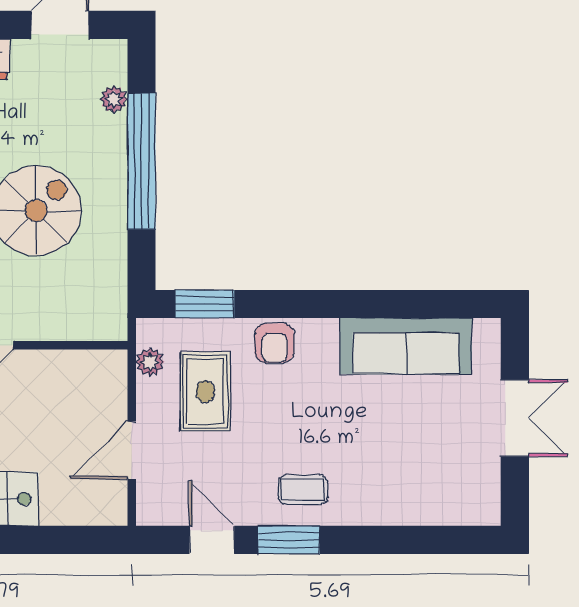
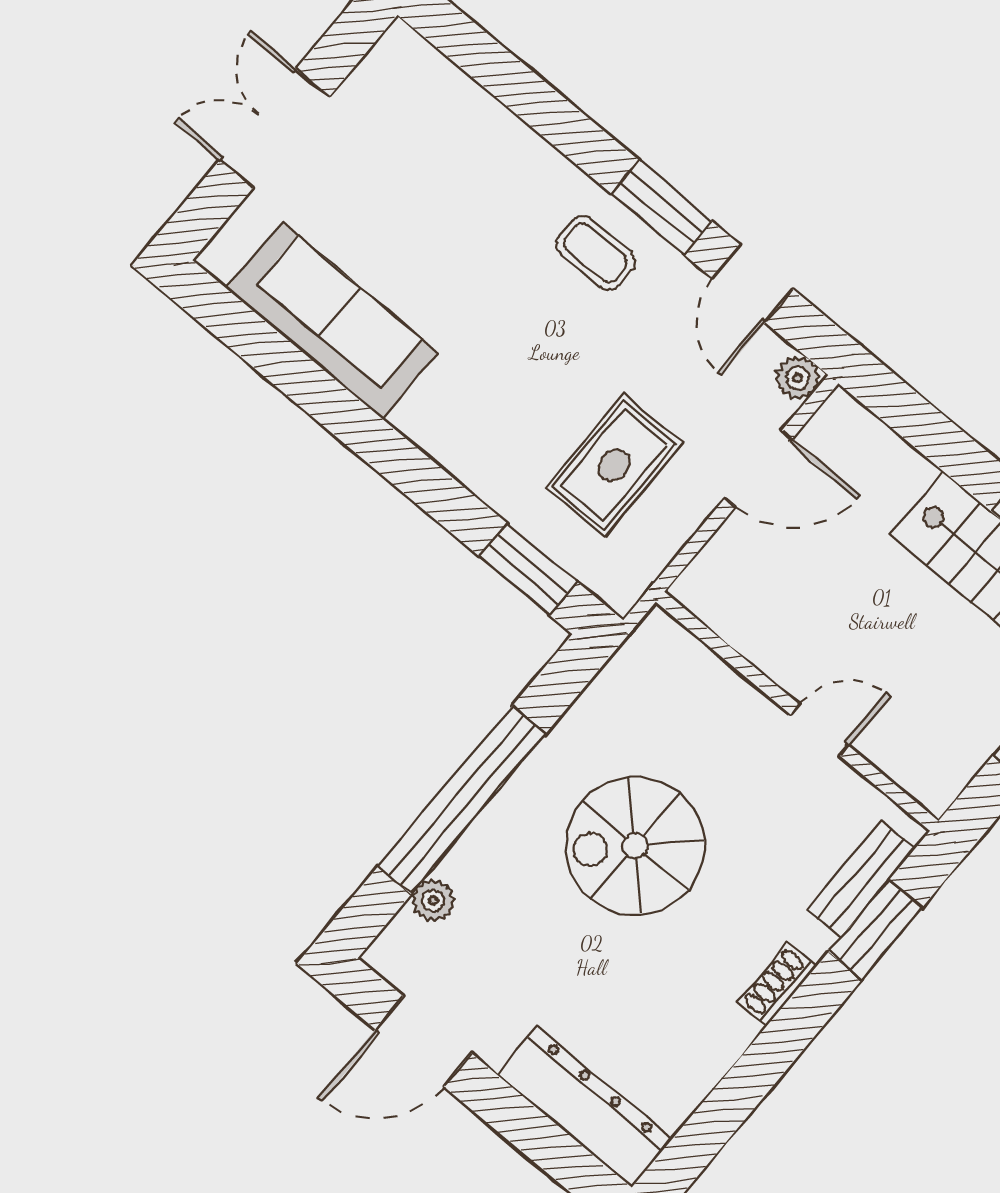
armchair: (274, 343) -> (485, 454), removed
plant: (150, 362) -> (798, 378), moved

